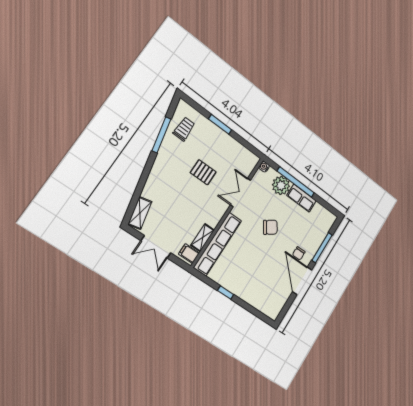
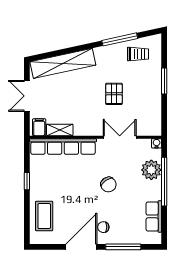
row of seats: (302, 198) -> (154, 216), moved
shelving: (140, 213) -> (63, 63), width x2.20, depth x1.33
coffee table: (261, 296) -> (44, 216), added

